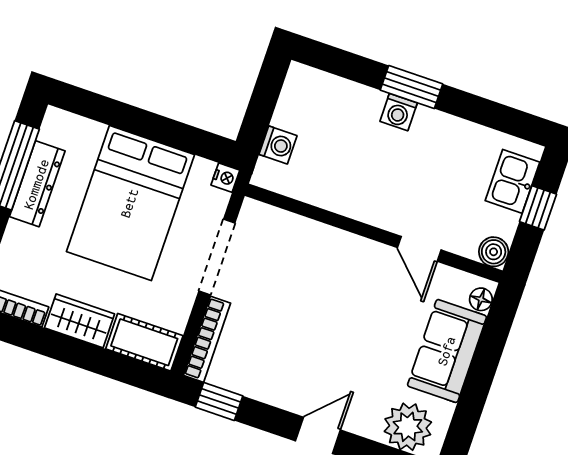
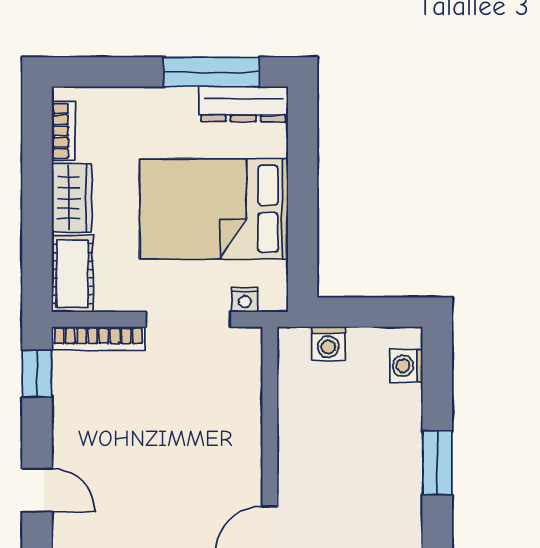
washing machine: (399, 112) -> (406, 366), moved
nightstand: (225, 178) -> (245, 300), moved
dresser: (37, 184) -> (243, 104), moved

